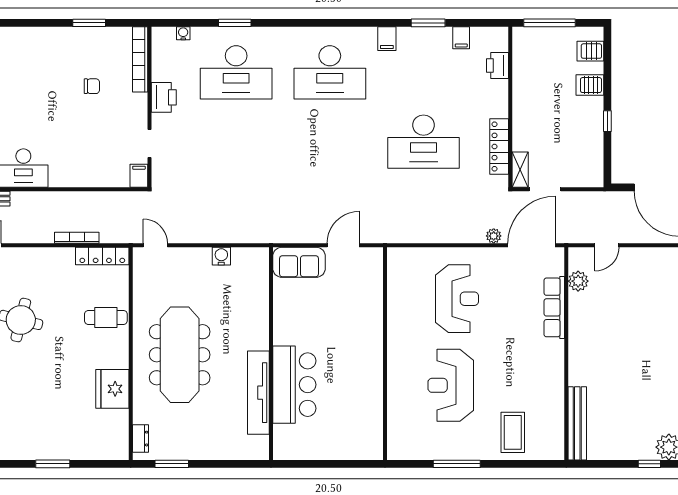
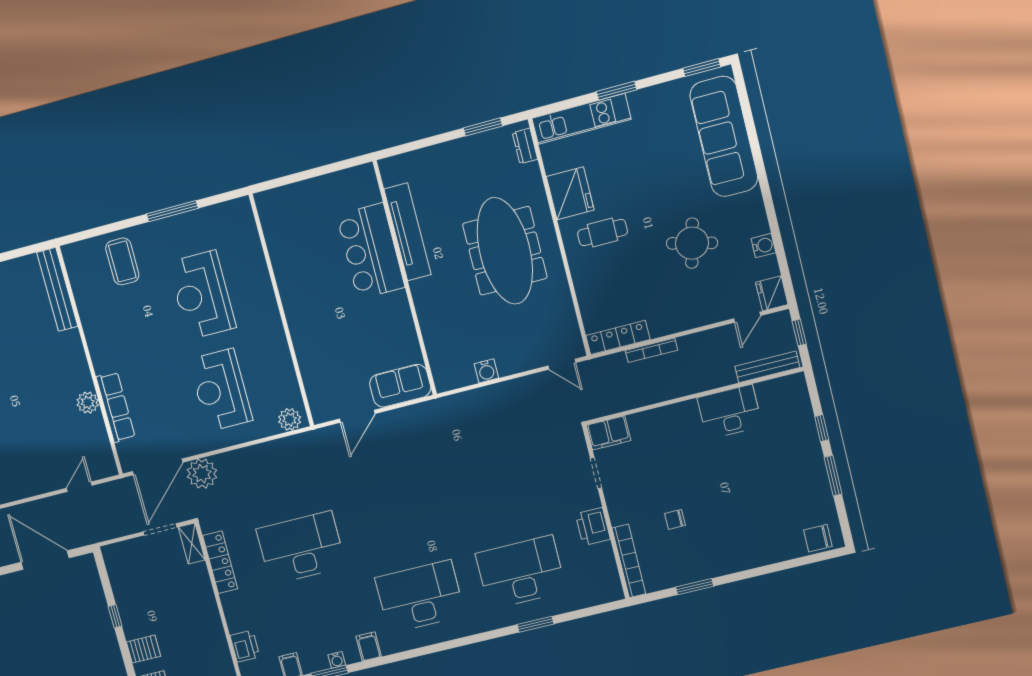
water cooler: (183, 33) -> (337, 660), moved
filing cabinet: (139, 176) -> (609, 433), width x2.00
plant: (494, 236) -> (202, 474), width x1.87, depth x1.87
plant: (403, 257) -> (290, 419), added
plant: (578, 281) -> (88, 403), moved
cafe table: (106, 317) -> (603, 233), moved
reception desk: (451, 385) -> (202, 295), turned 180
kitchen unit: (88, 449) -> (581, 119), added

